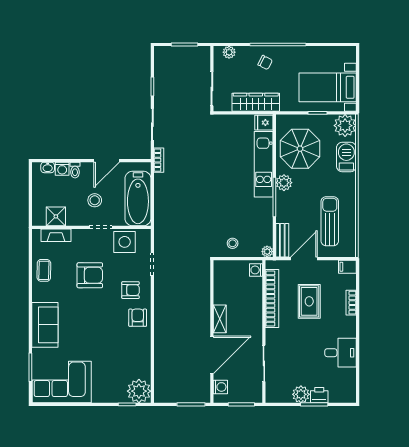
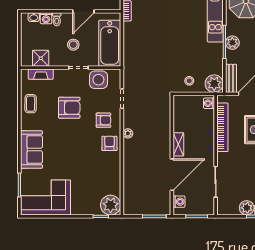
plant: (284, 183) -> (232, 43), moved
plant: (267, 252) -> (214, 84), width x1.88, depth x1.88
plant: (160, 306) -> (128, 133), added

